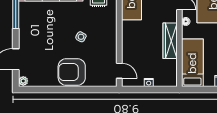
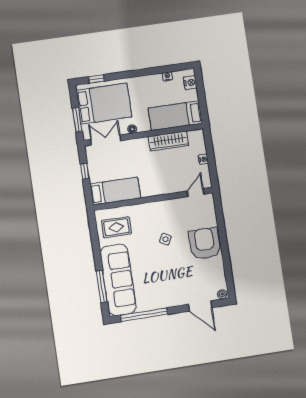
wardrobe: (170, 41) -> (168, 141), moved
armchair: (72, 72) -> (205, 243), turned 180

